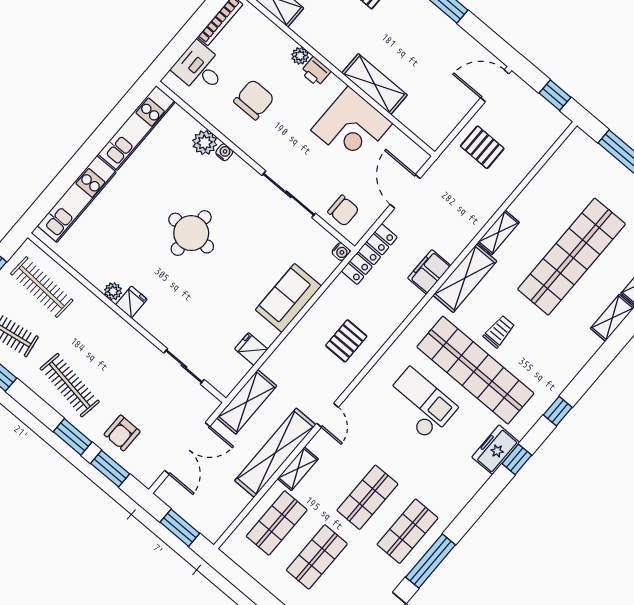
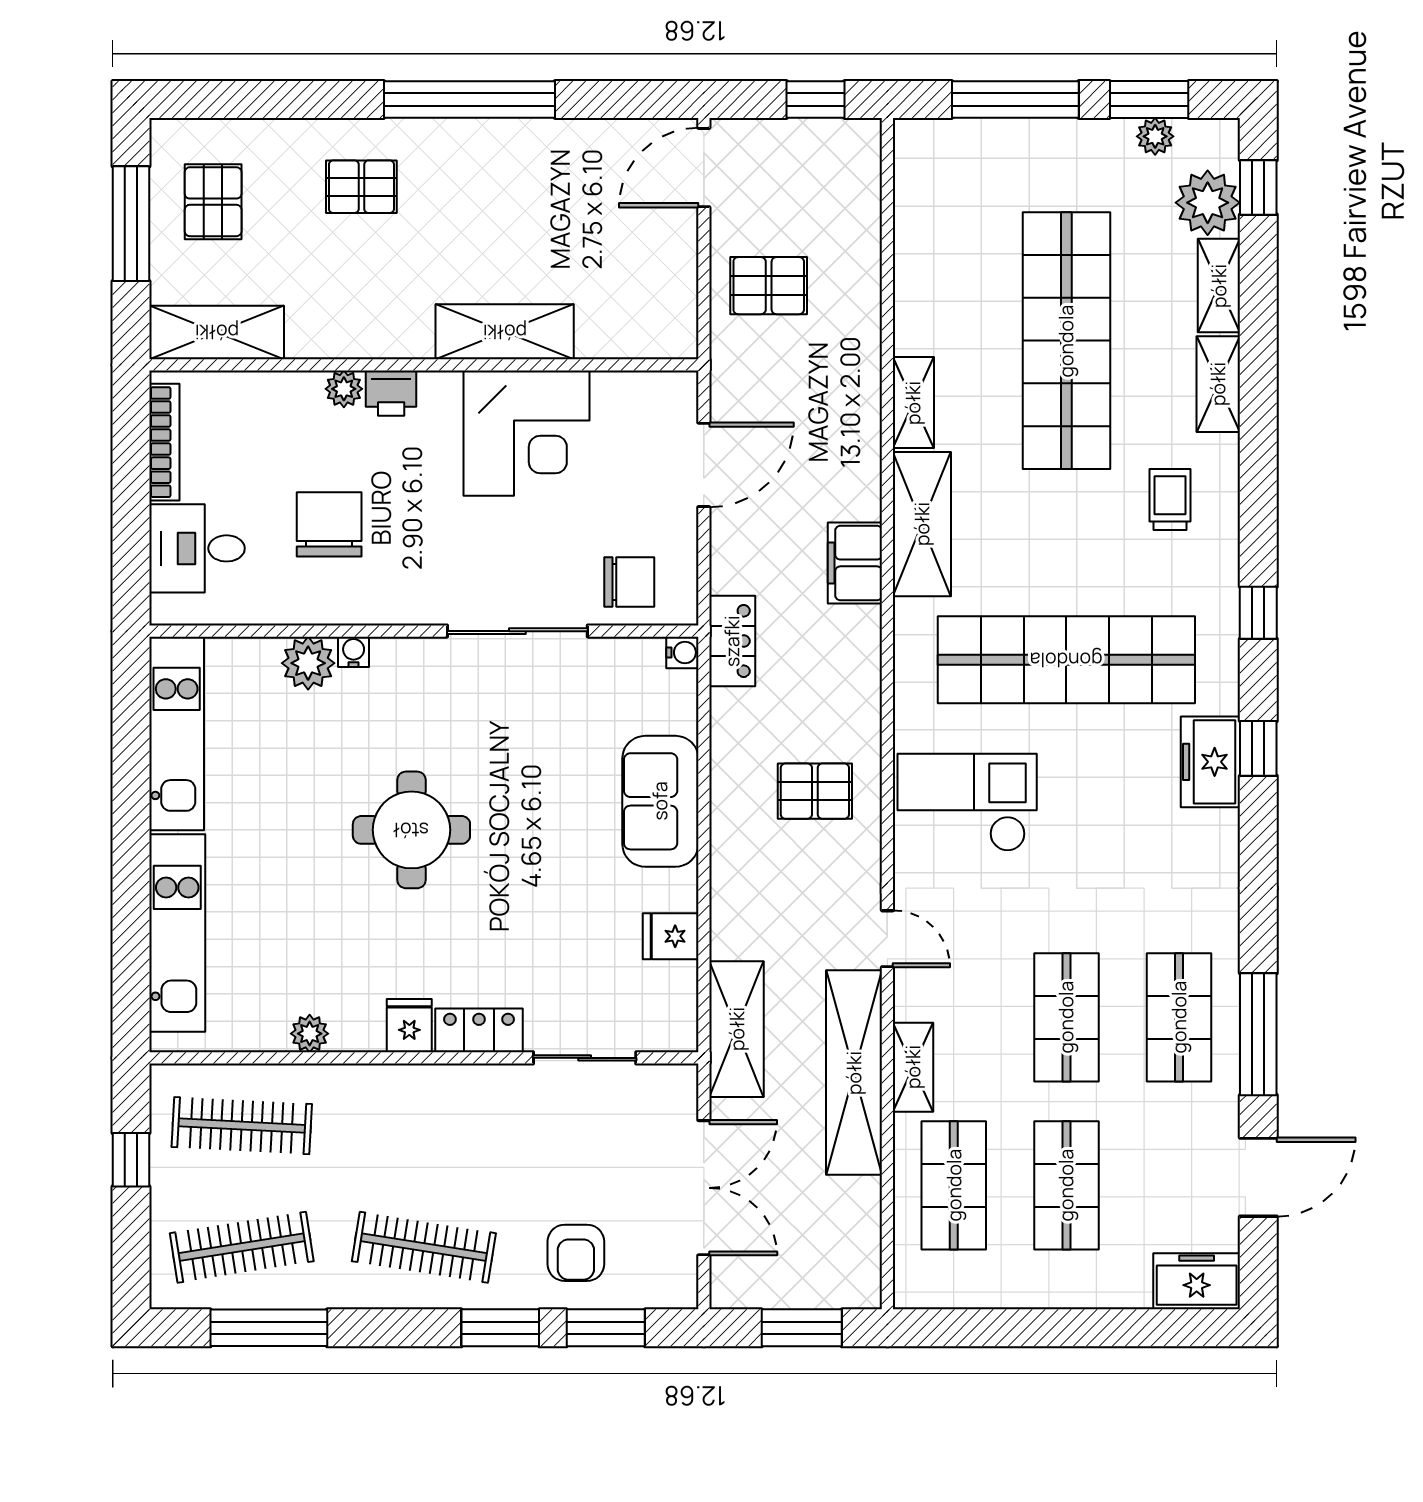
door: (405, 191) -> (704, 465), swing flipped
locker: (369, 254) -> (732, 641), width x0.66
plant: (113, 291) -> (310, 1034), moved
locker: (155, 325) -> (479, 1030), added
trolley: (499, 331) -> (1170, 500), moved
pallet: (346, 341) -> (815, 791), turned 90
checkout: (420, 404) -> (967, 802), moved

